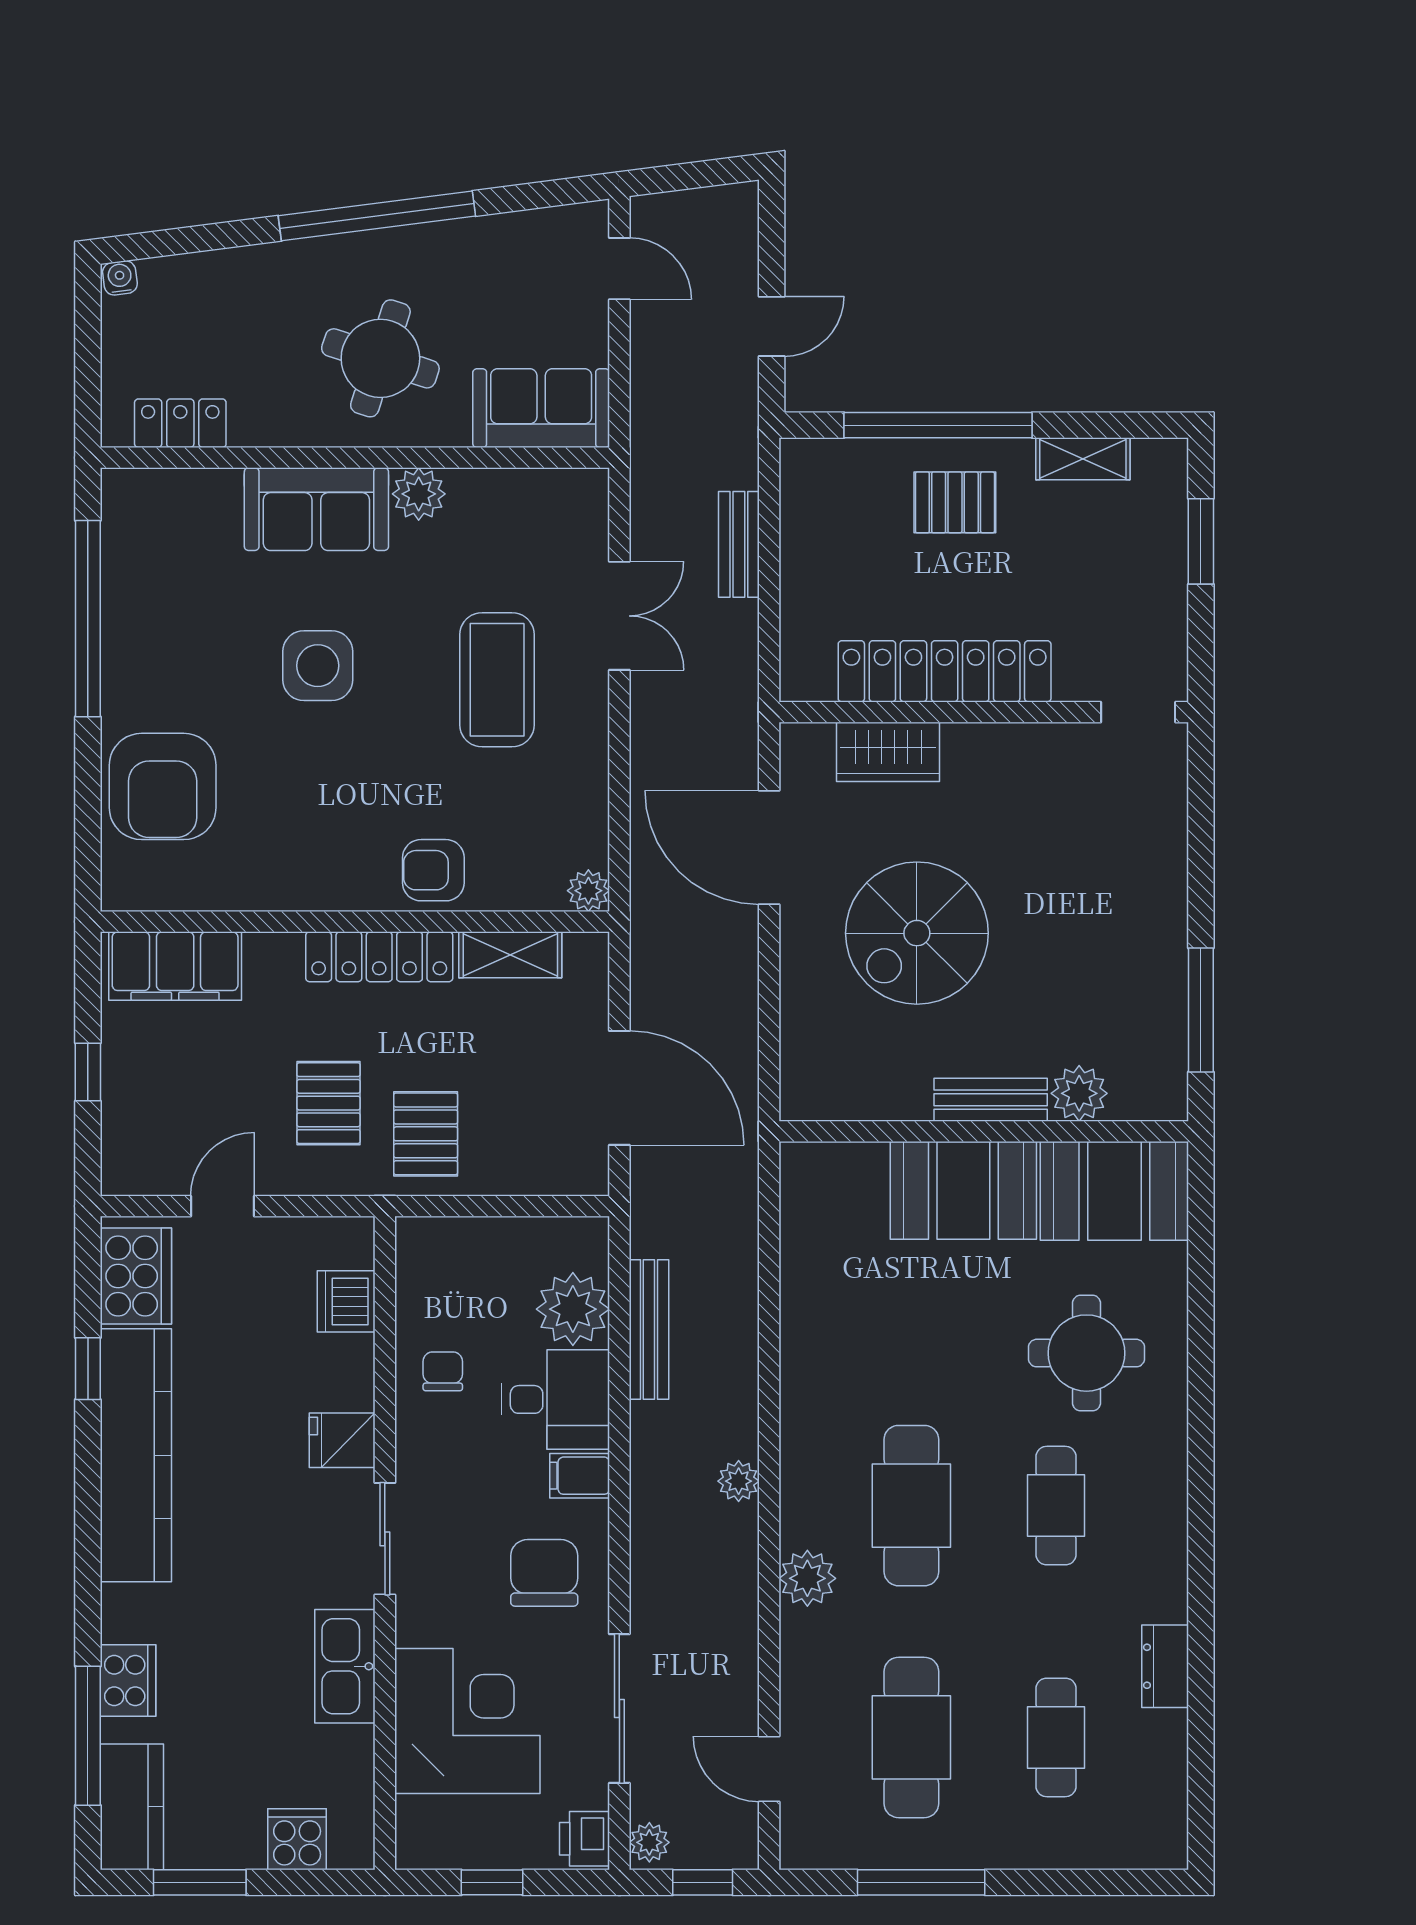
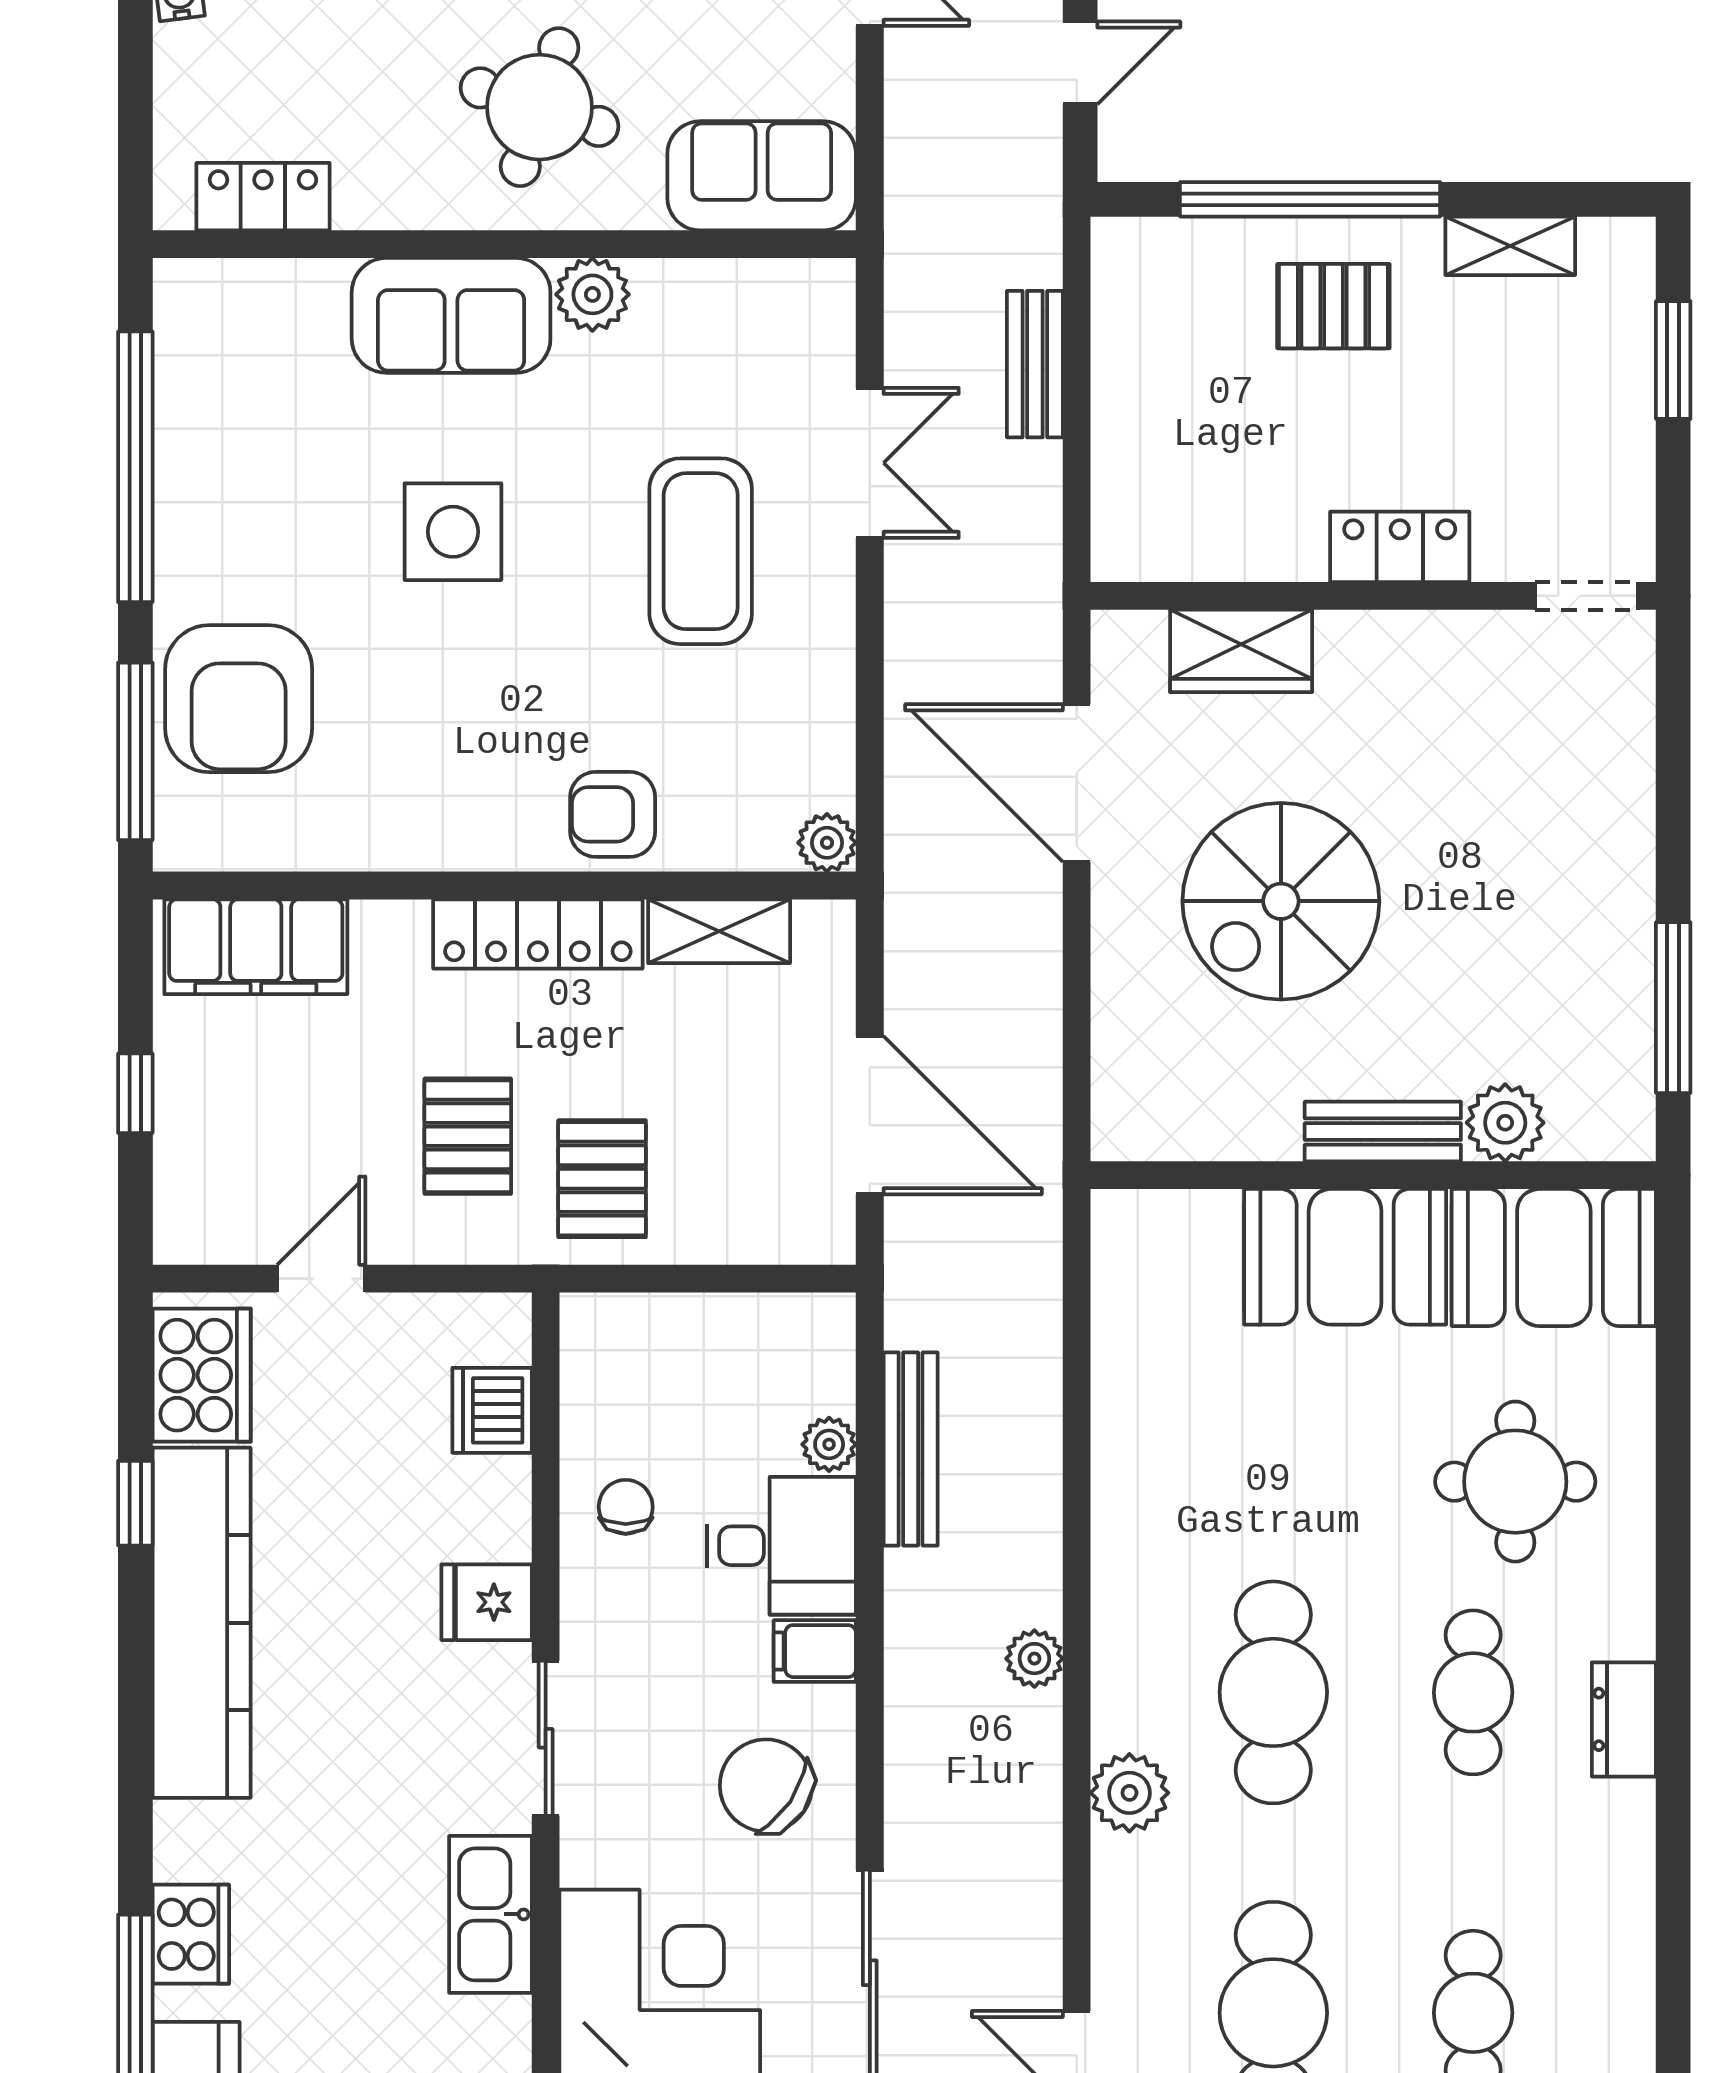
locker: (945, 671) -> (1400, 547), width x0.46, depth x0.83
window: (88, 825) -> (135, 751), added
plant: (573, 1309) -> (829, 1444), width x0.53, depth x0.53
chair: (544, 1573) -> (766, 1785), turned -56
dresser: (1165, 1666) -> (1624, 1719), moved

